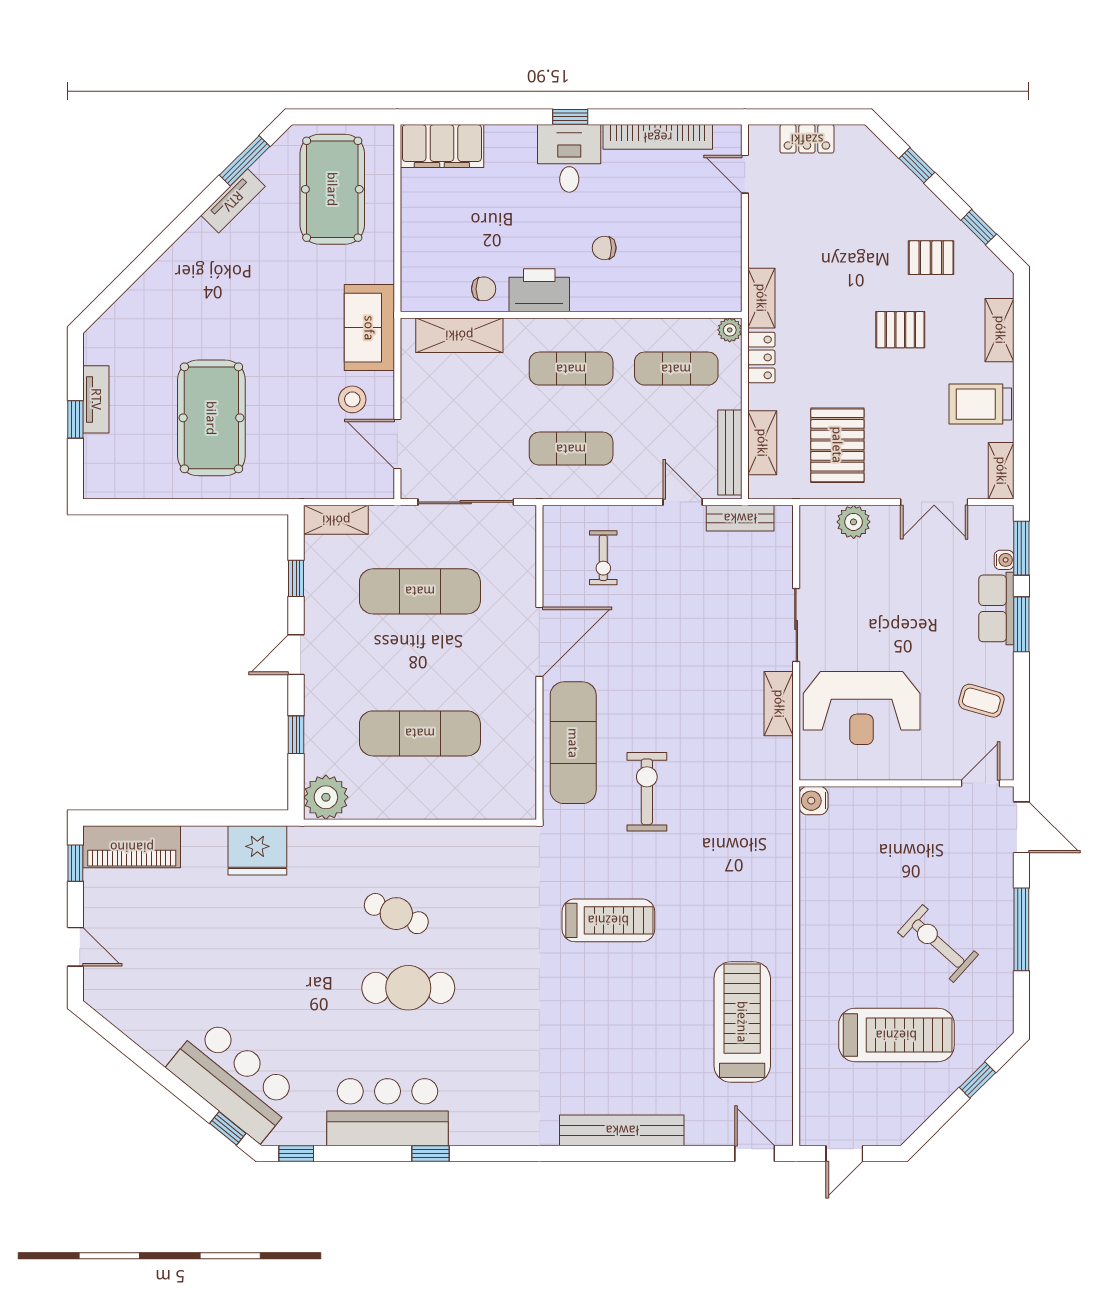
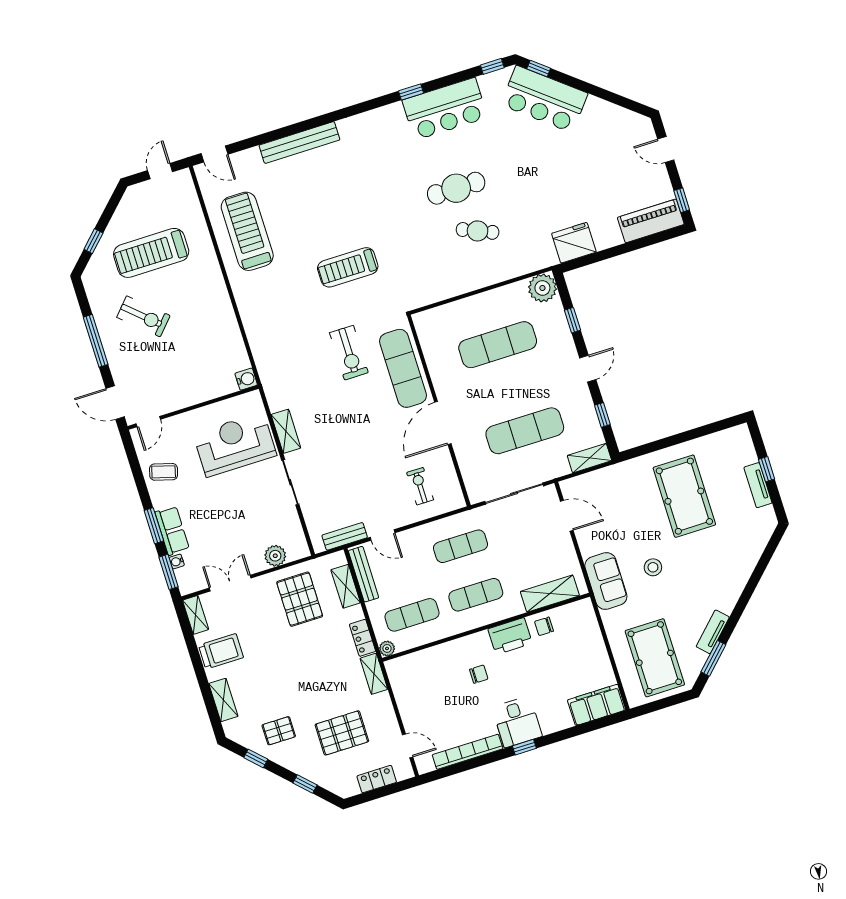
pallet: (900, 330) -> (342, 733), moved, width x1.50, depth x1.42
stool: (352, 399) -> (653, 567), moved
treadmill: (742, 1022) -> (247, 231), turned 180

